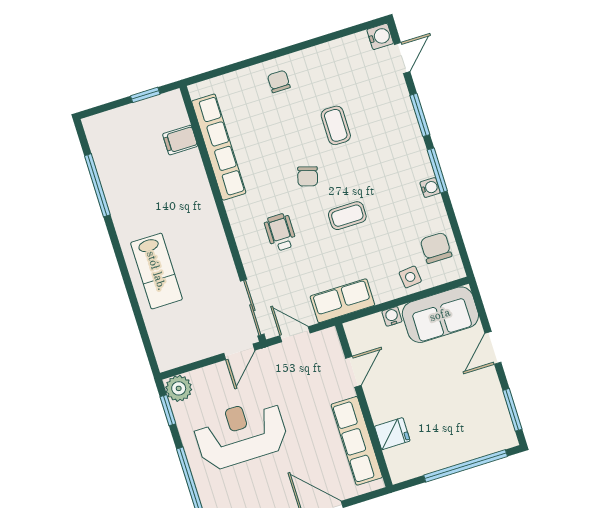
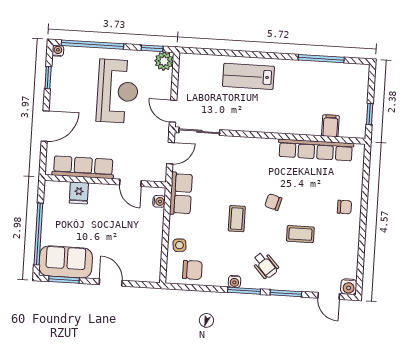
wheelchair: (280, 232) -> (265, 265), moved, turned 48
sofa: (440, 315) -> (66, 262), moved, turned 90
water cooler: (392, 316) -> (159, 201), moved

